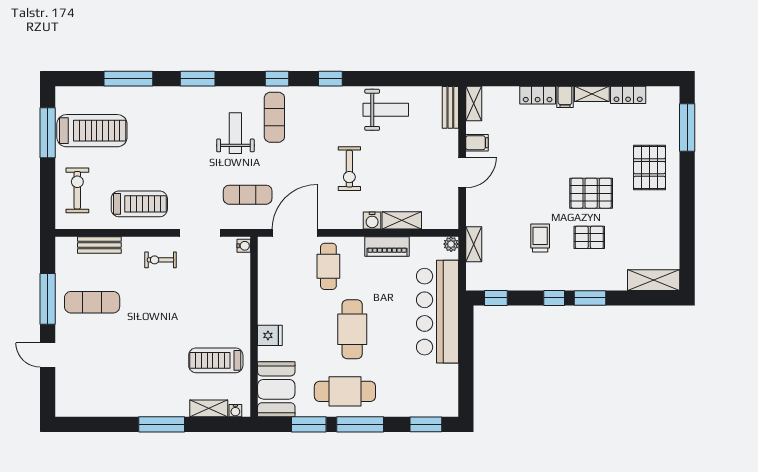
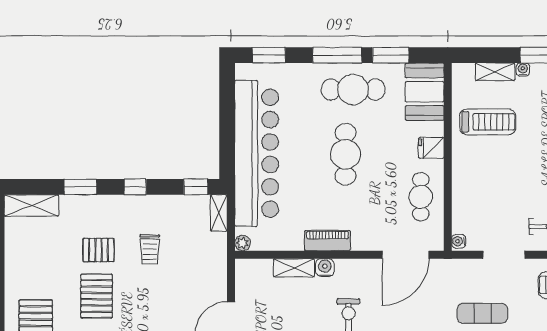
pallet: (591, 193) -> (97, 296), turned 90
exercise mat: (248, 195) -> (482, 313), moved
shelving: (474, 244) -> (219, 213), moved
piano: (387, 246) -> (327, 241), moved
cafe table: (328, 266) -> (421, 197), moved
window: (590, 298) -> (80, 187), moved
bar counter: (438, 312) -> (257, 153), width x1.36
water cooler: (235, 411) -> (523, 69), moved

